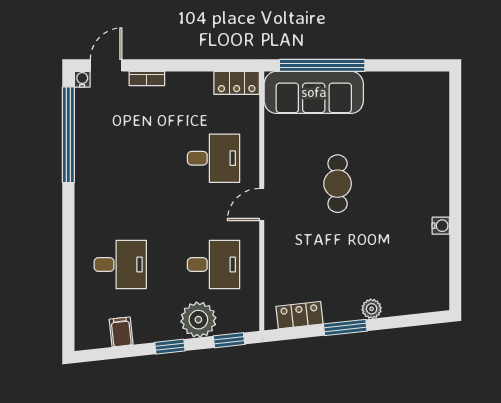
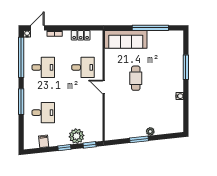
window: (322, 65) -> (150, 28), moved
locker: (237, 83) -> (81, 35), moved
window: (455, 158) -> (186, 67), added
door: (262, 205) -> (104, 87), hinge flipped
window: (68, 239) -> (21, 102), added
desk: (213, 265) -> (43, 67), moved
locker: (299, 315) -> (120, 134), removed

